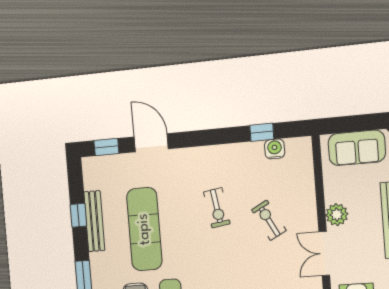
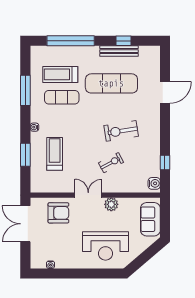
window: (106, 147) -> (165, 63), removed
water cooler: (275, 149) -> (154, 183), moved
exercise bike: (217, 208) -> (121, 131), width x1.38, depth x1.39

